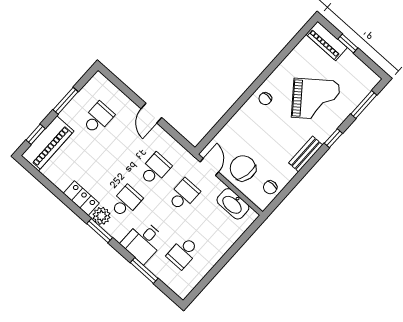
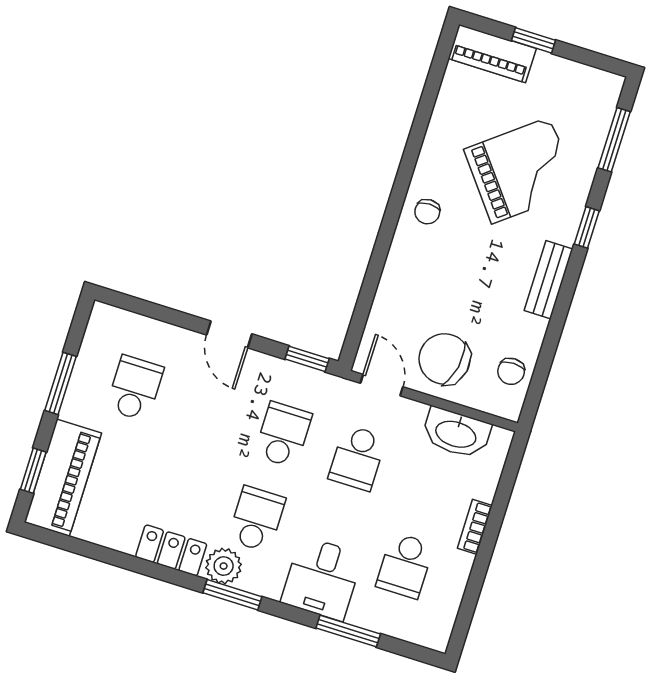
window: (181, 140) -> (307, 359), added
school desk: (184, 195) -> (357, 458), turned 180
bookcase: (222, 250) -> (475, 527), added

